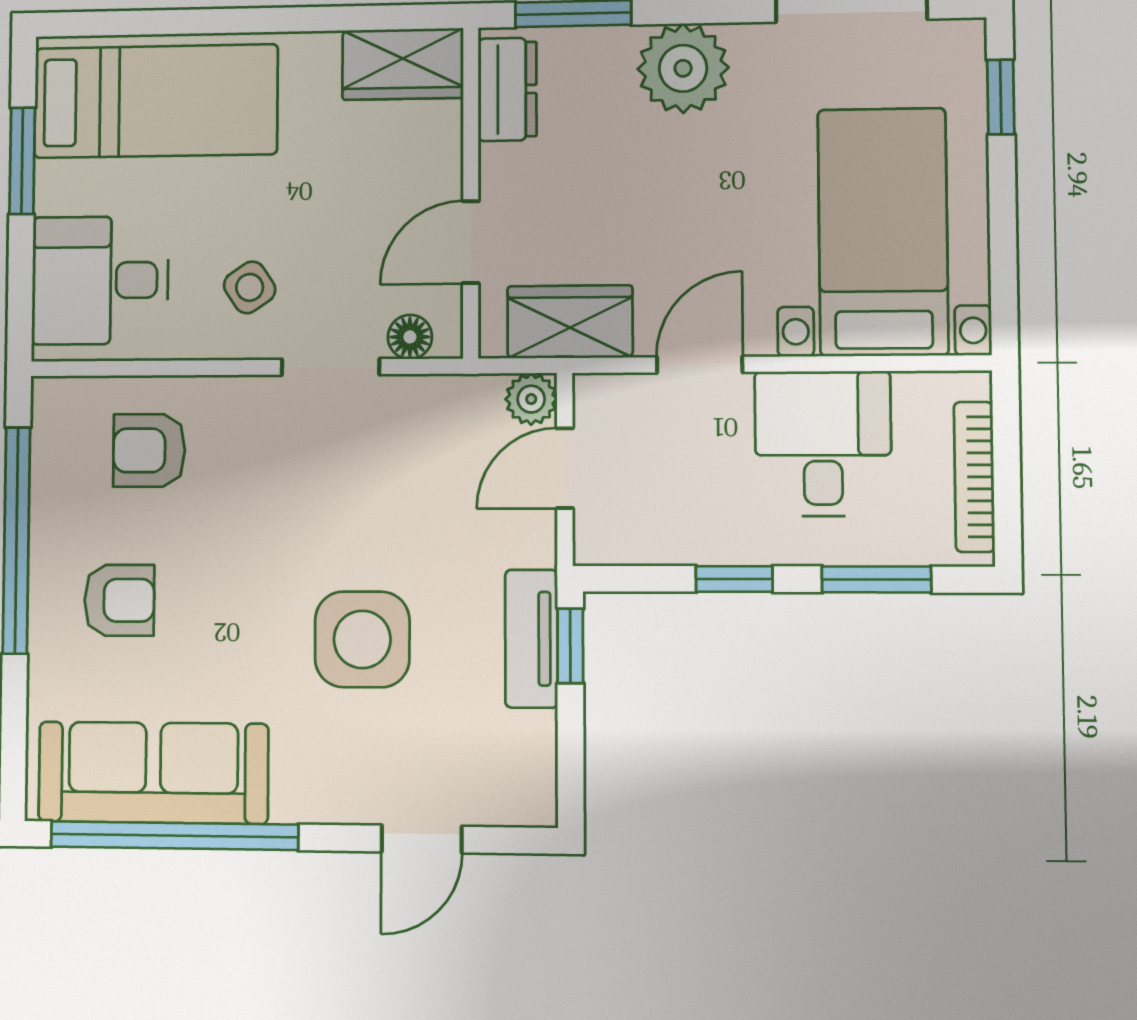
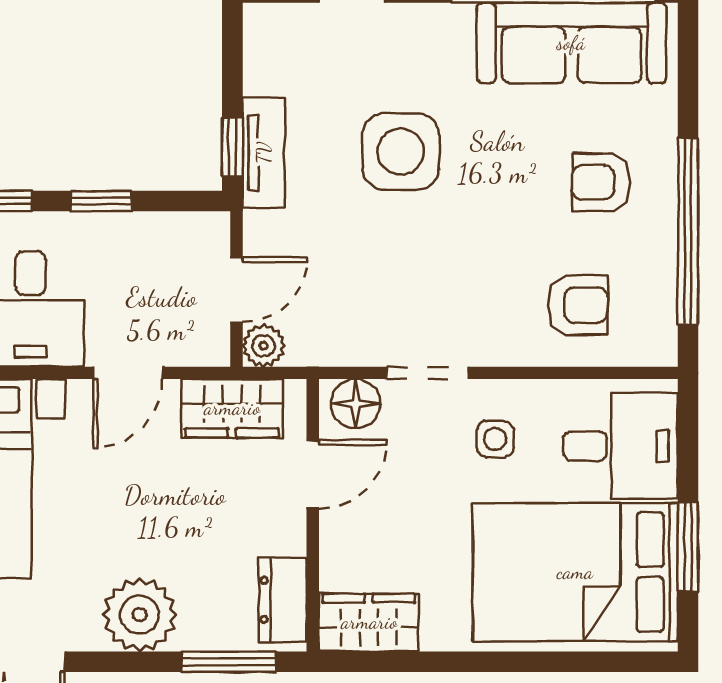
bed: (156, 101) -> (575, 572), width x1.50
side table: (250, 287) -> (495, 439), turned 34
floor lamp: (410, 337) -> (356, 404), width x1.37, depth x1.37

